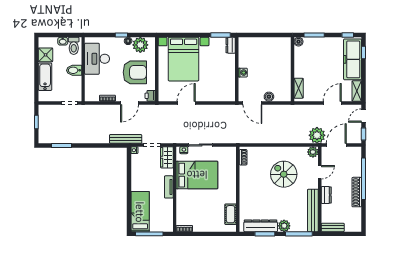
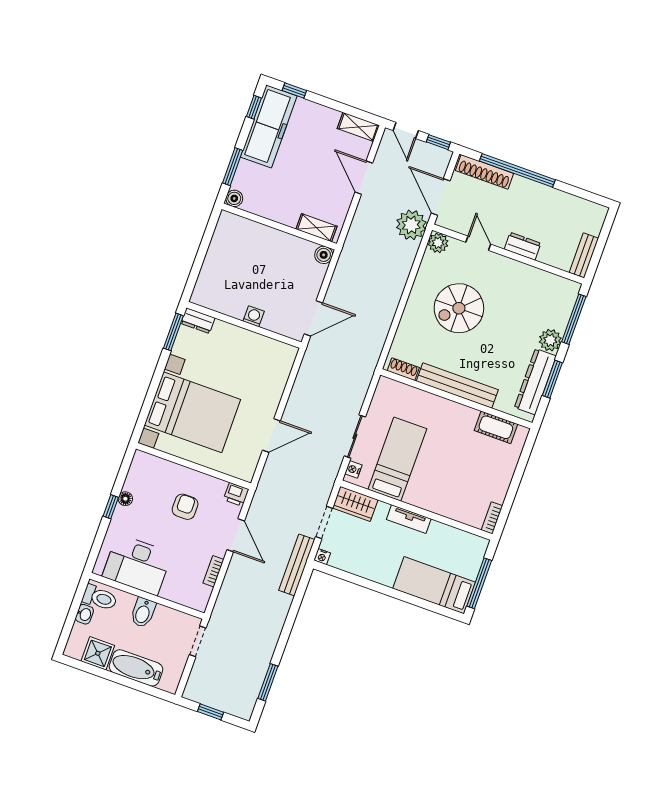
plant: (140, 45) -> (140, 480), removed
freezer: (353, 59) -> (269, 126), moved, turned -90
armchair: (135, 72) -> (185, 507), width x0.53, depth x0.53
boiler: (269, 97) -> (324, 255), moved
door: (186, 103) -> (271, 436), swing flipped
bed: (197, 175) -> (397, 459), width x0.67
shoe rack: (357, 192) -> (485, 172), moved
bench: (313, 210) -> (457, 385), moved

